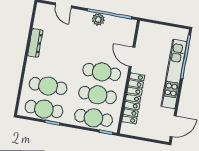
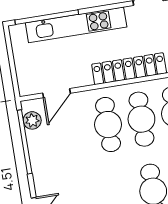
plant: (98, 19) -> (32, 120), moved
door: (132, 57) -> (57, 93), moved

